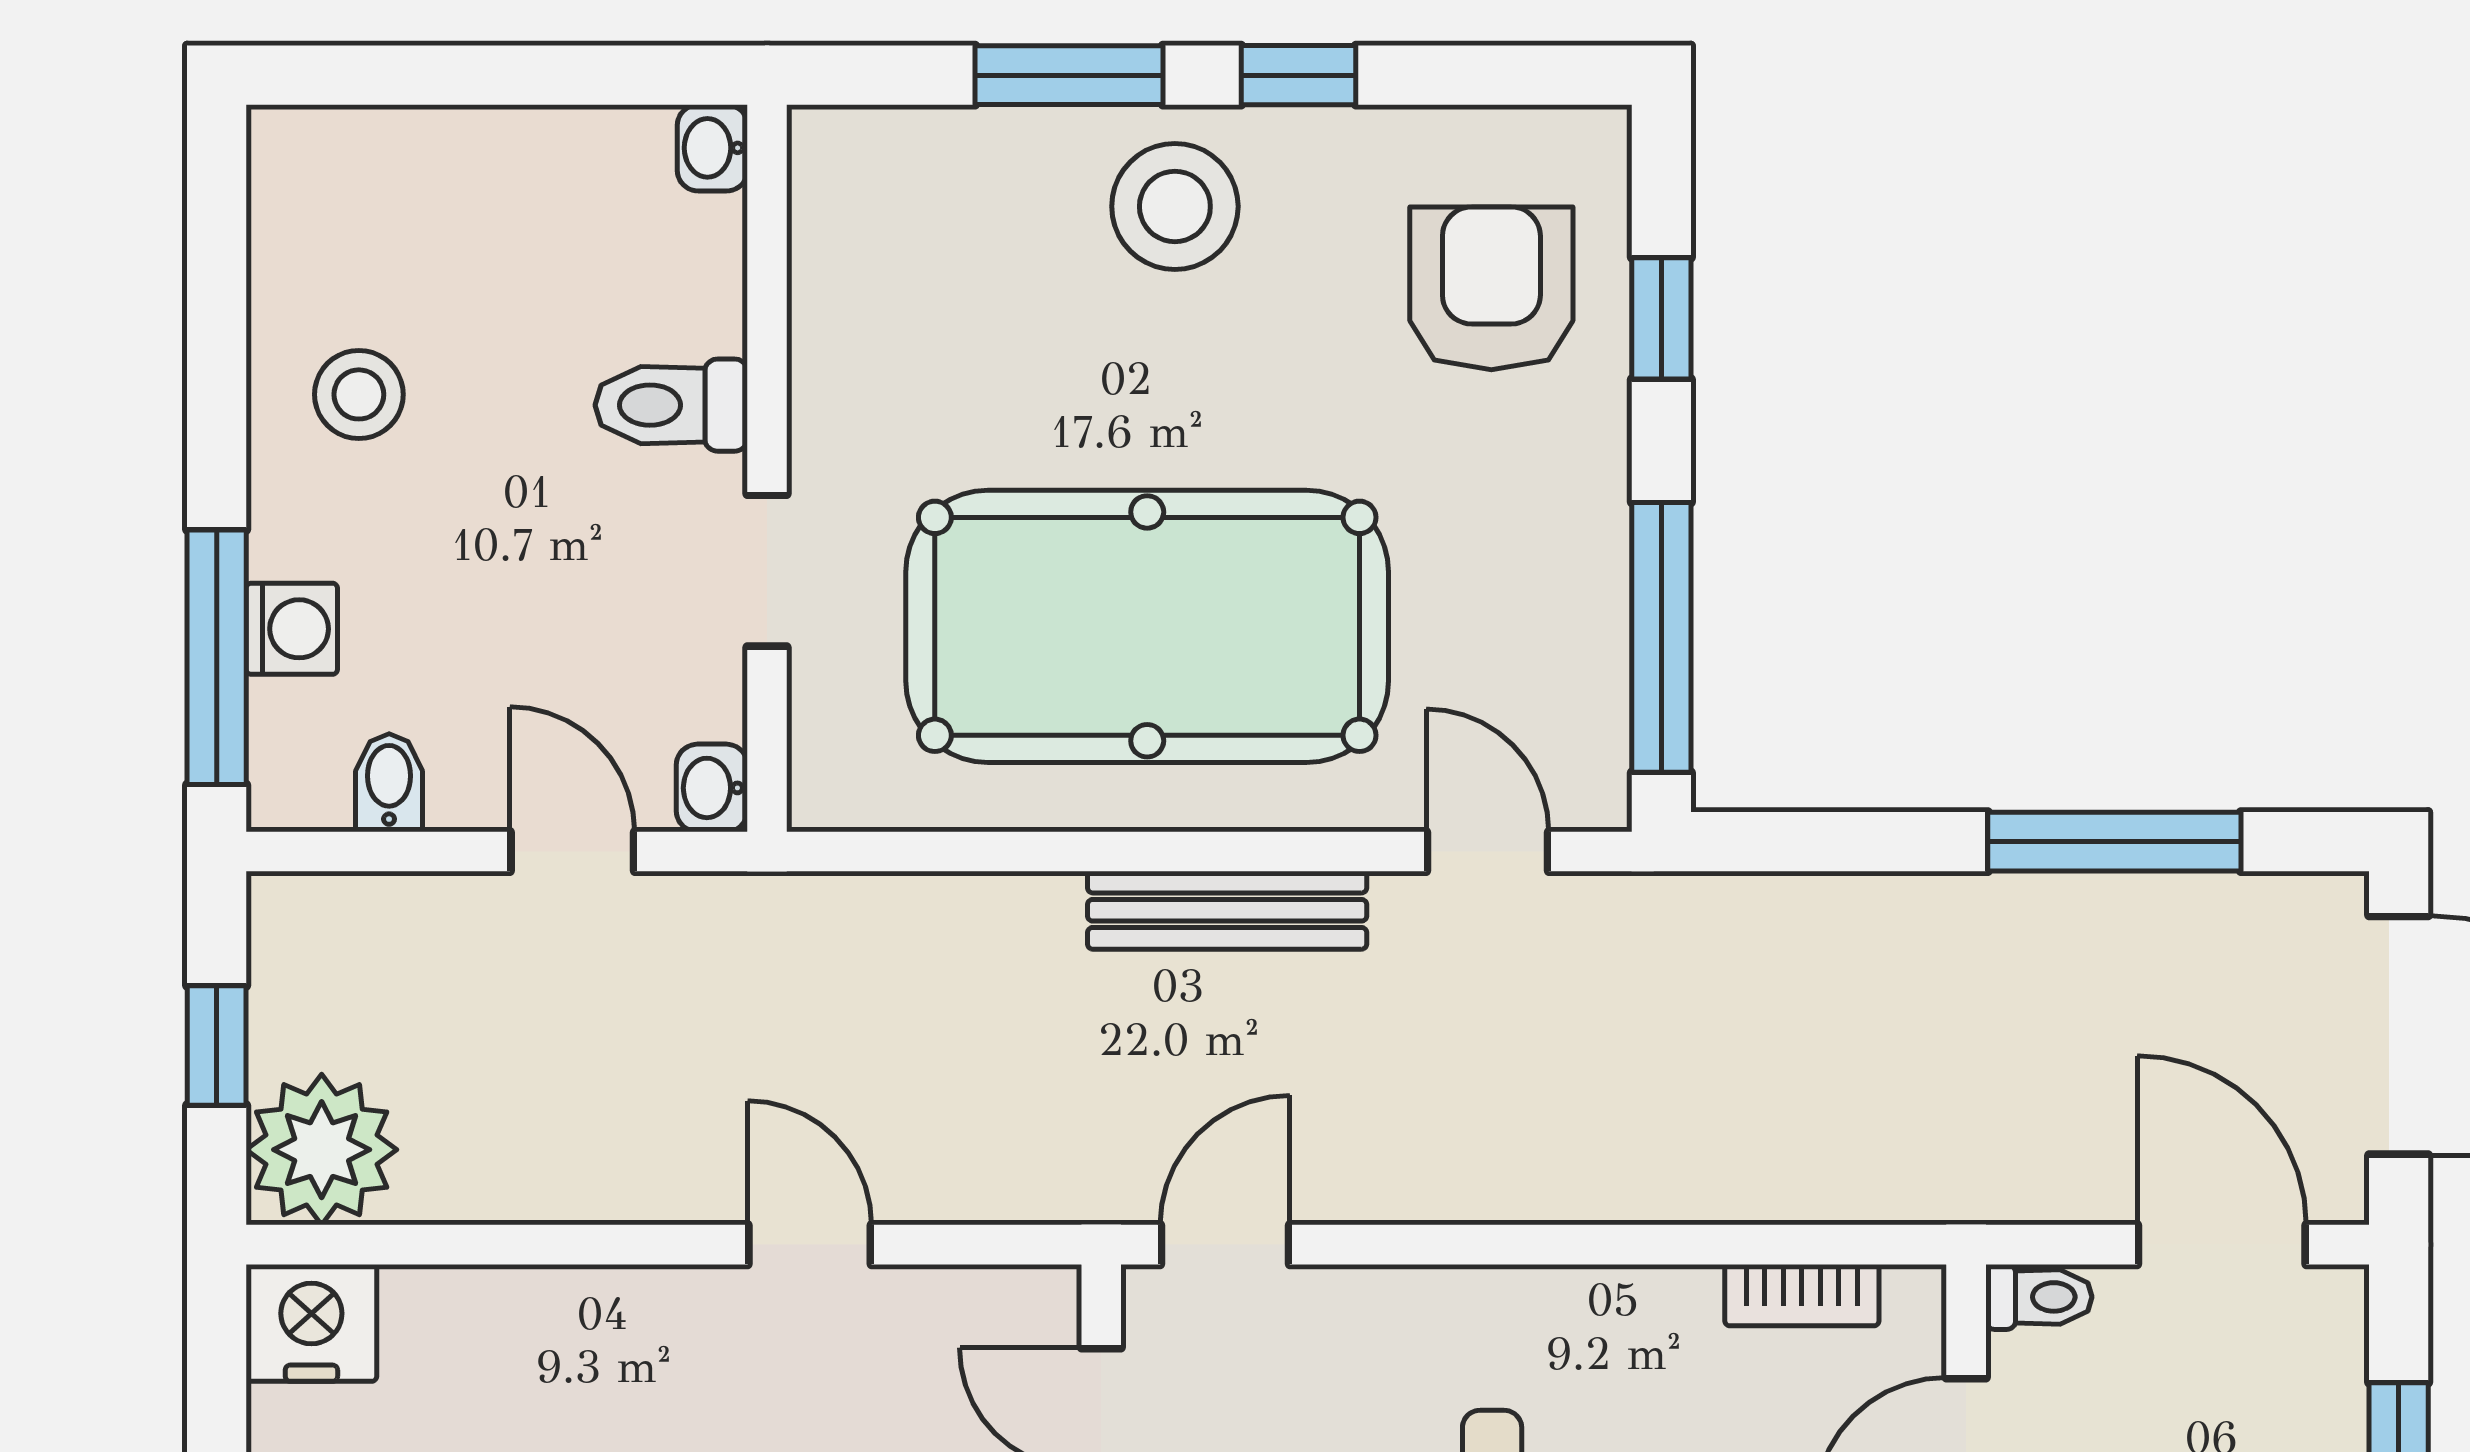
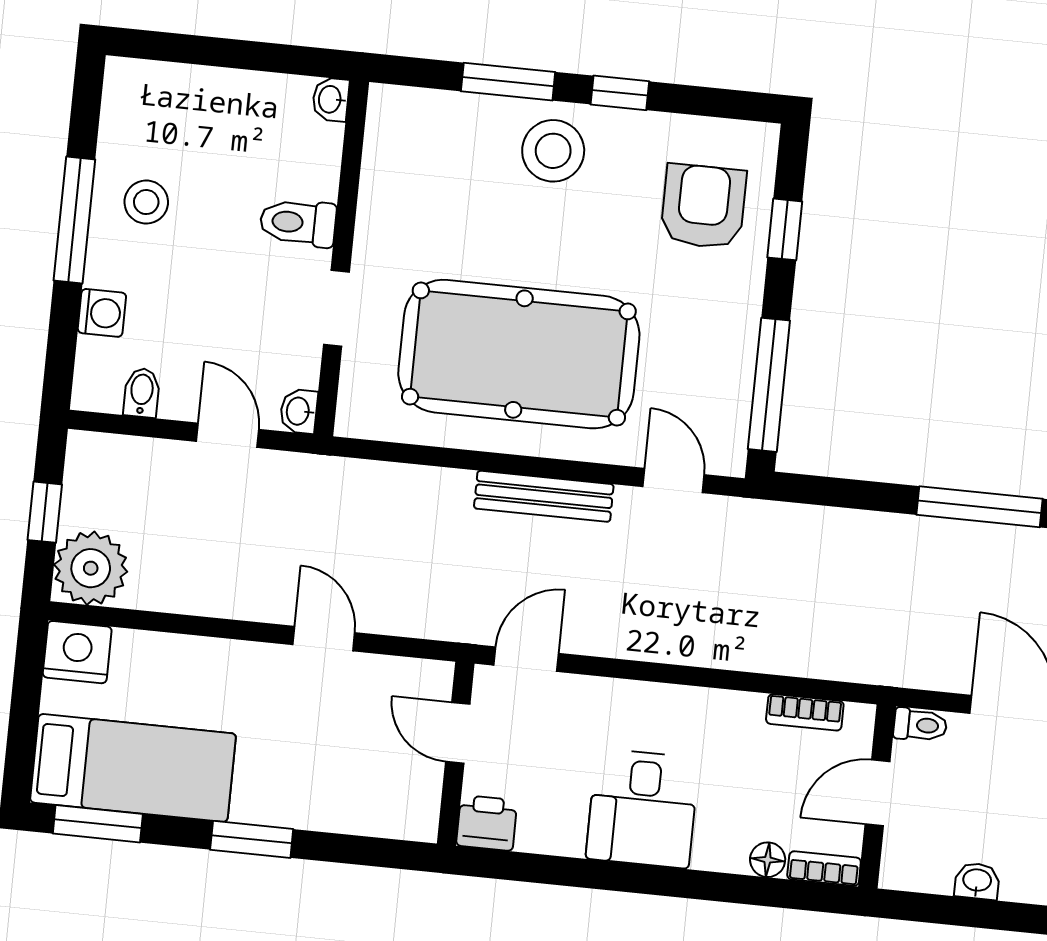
window: (217, 657) -> (74, 220), moved

